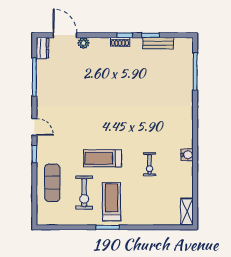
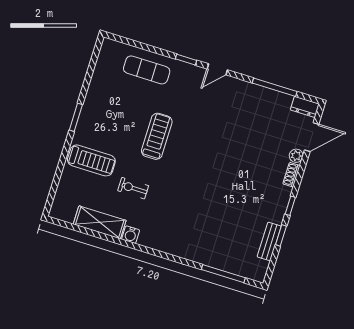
shoe rack: (120, 42) -> (291, 175), moved
exercise bike: (84, 193) -> (124, 103), removed
treadmill: (111, 202) -> (91, 160), moved
shelving: (187, 212) -> (100, 222), moved, width x1.50, depth x1.33

